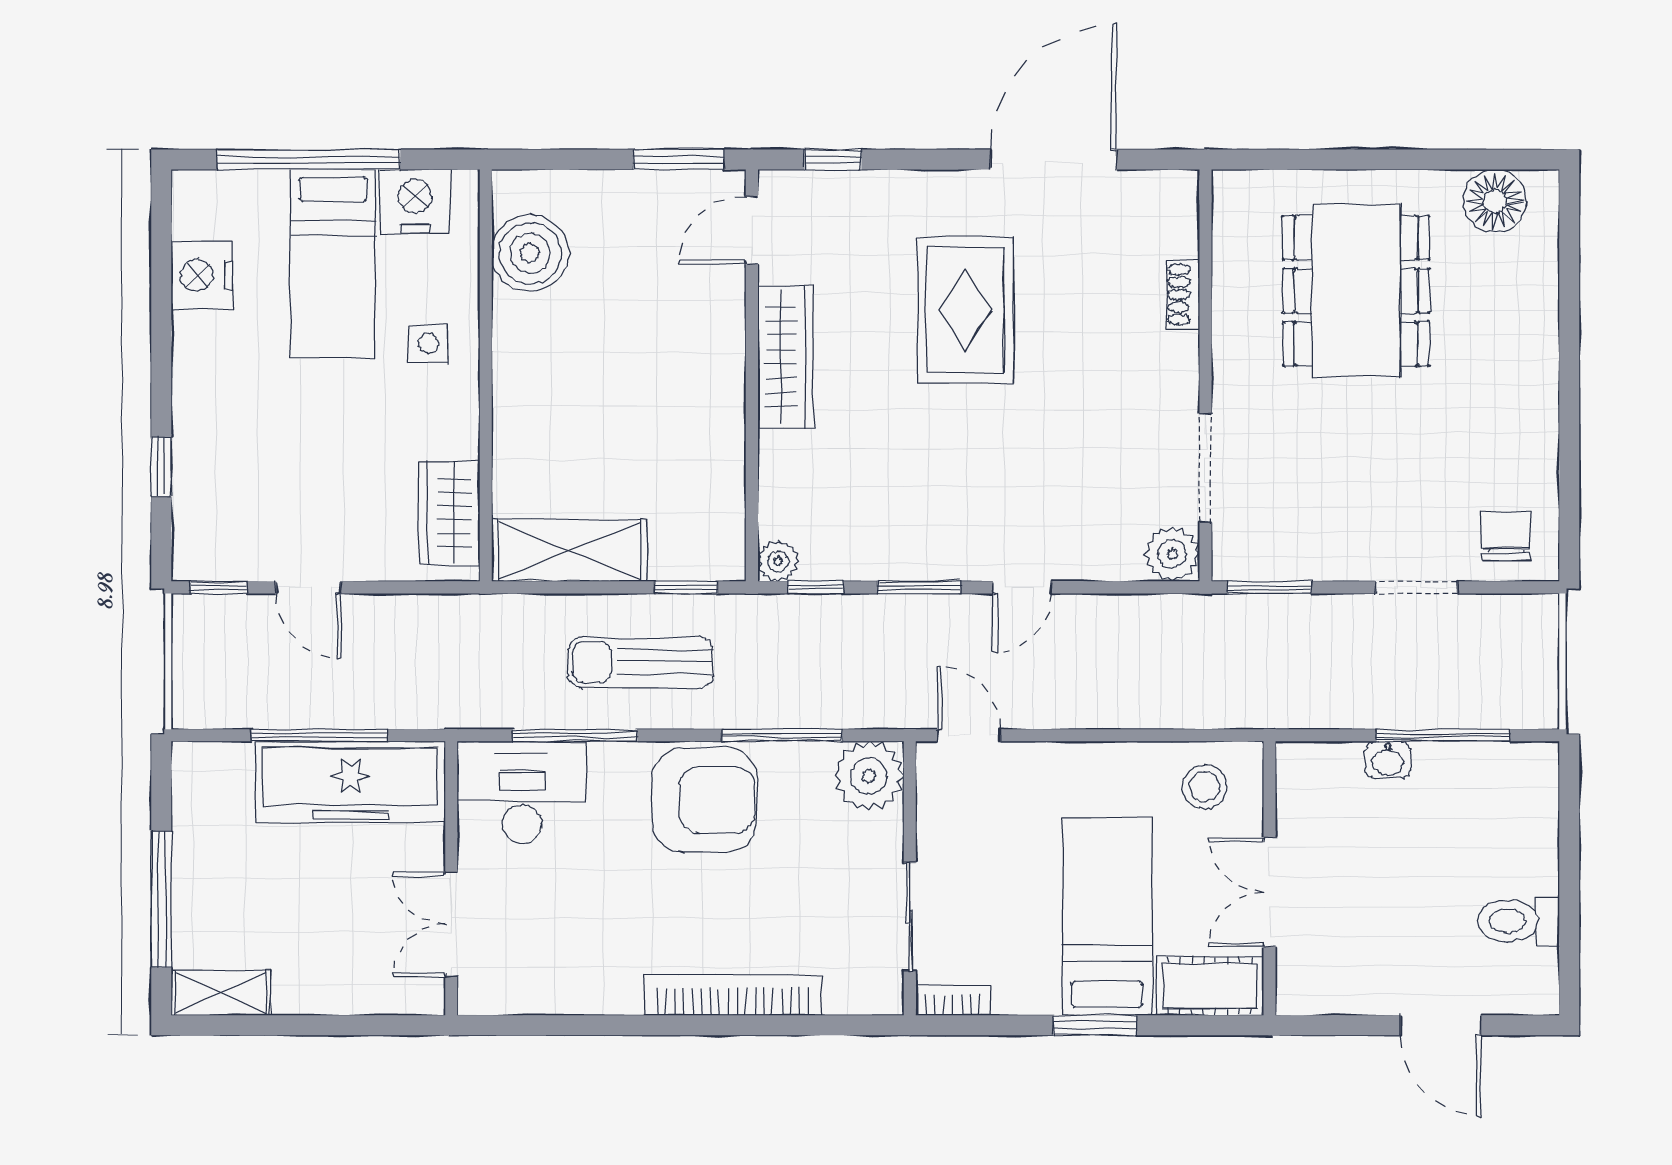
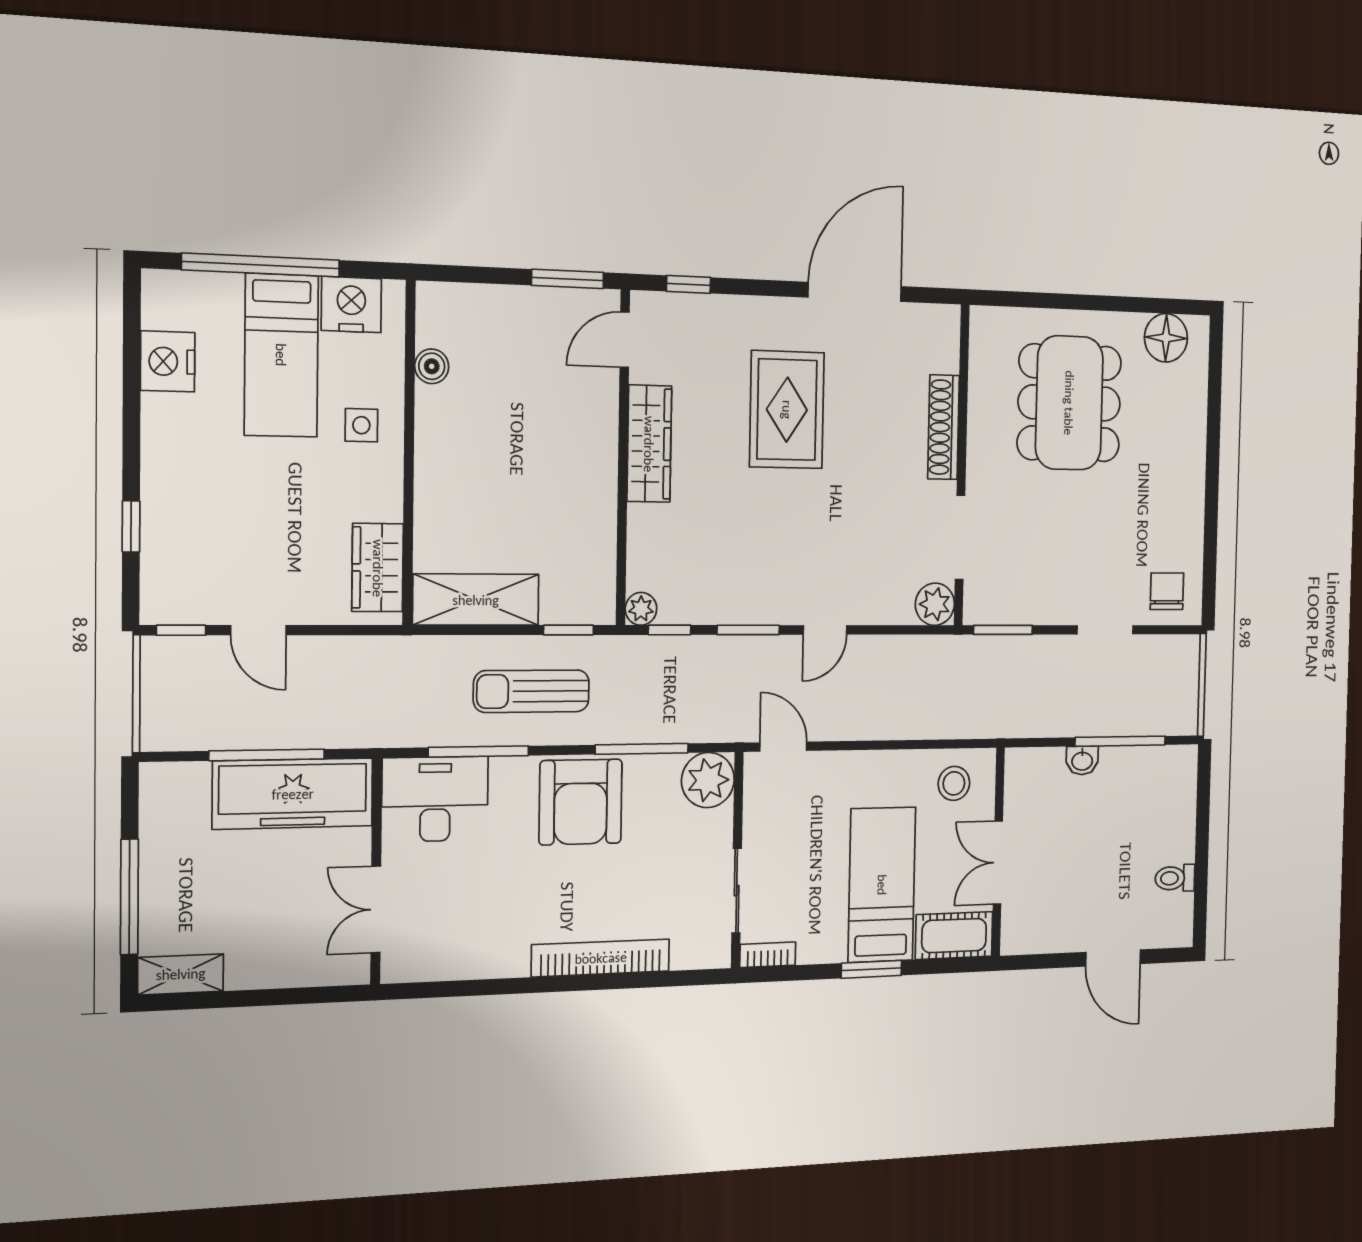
boiler: (530, 253) -> (432, 366), width x0.54, depth x0.54
shoe rack: (1183, 295) -> (944, 427), width x1.94, depth x1.24
armchair: (704, 800) -> (581, 802), turned 90
toilet: (1519, 921) -> (1175, 878), width x0.73, depth x0.72

